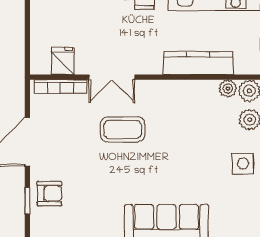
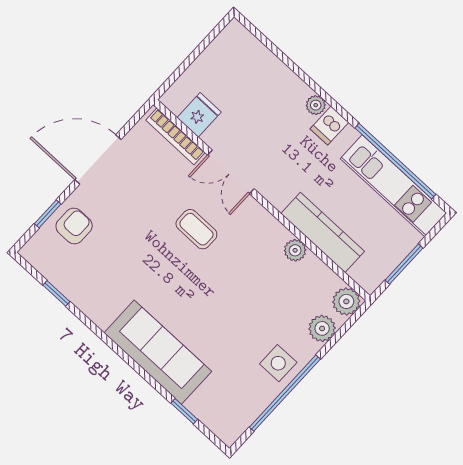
plant: (228, 88) -> (295, 250), moved
coffee table: (123, 129) -> (196, 229), width x0.73, depth x0.77
armchair: (49, 194) -> (74, 226), turned -90

